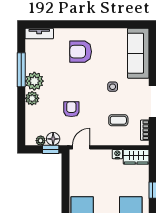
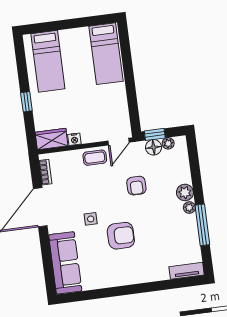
armchair: (81, 52) -> (121, 236), moved
plant: (34, 81) -> (189, 208), width x0.53, depth x0.53
coffee table: (118, 120) -> (95, 158), moved

